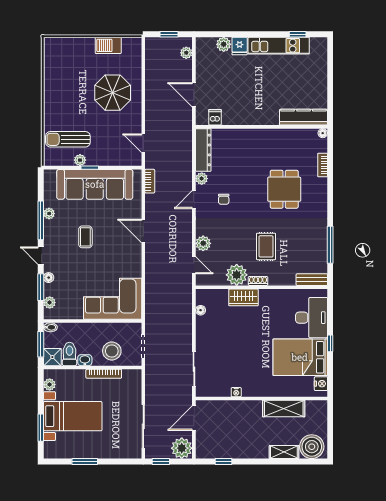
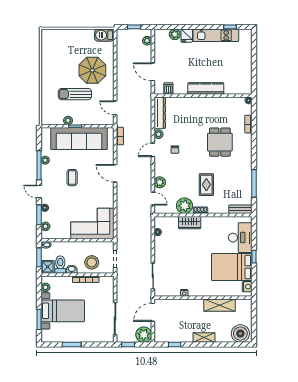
barbecue: (108, 45) -> (104, 35), moved
kitchen counter: (303, 117) -> (206, 89), moved
sun lounger: (68, 139) -> (75, 94), moved
shelving: (284, 452) -> (204, 338), moved

